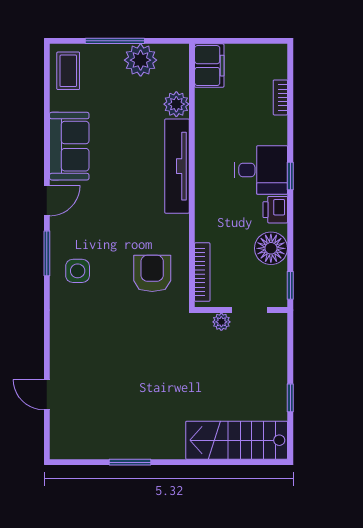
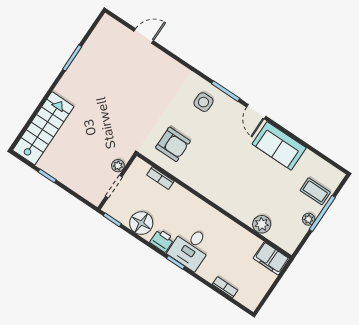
plant: (141, 60) -> (309, 219), width x0.53, depth x0.53
coffee table: (68, 71) -> (315, 191), moved
tv unit: (177, 166) -> (225, 201), removed
bookcase: (202, 272) -> (160, 178), width x0.64

